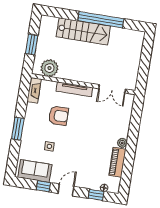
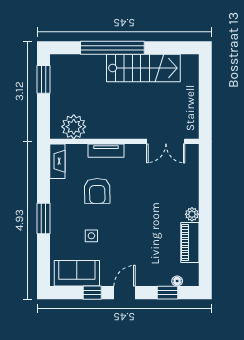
window: (101, 20) -> (112, 48), moved
stairs: (83, 31) -> (143, 68), moved
window: (32, 45) -> (44, 79), moved
tv unit: (74, 89) -> (106, 151), width x0.71
armchair: (59, 116) -> (97, 191), turned 89

